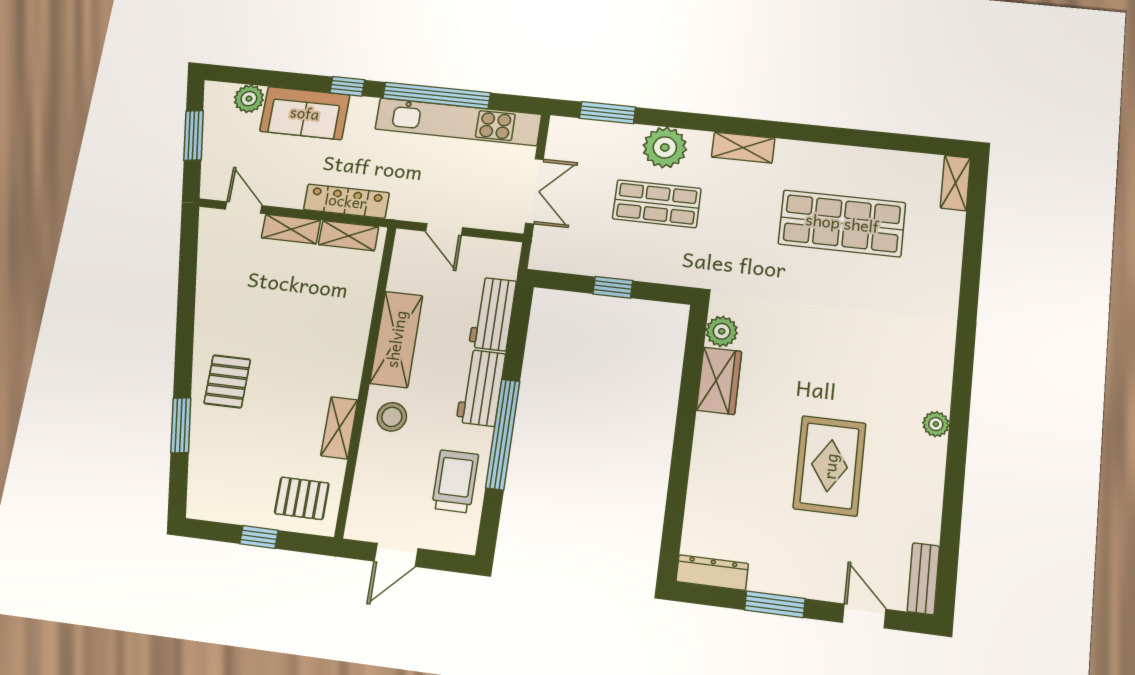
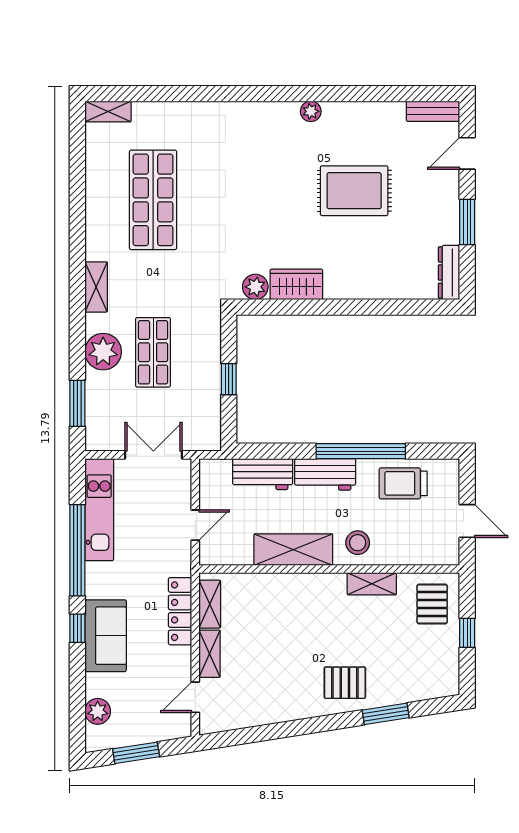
sofa: (305, 113) -> (106, 636), moved
kitchen unit: (458, 122) -> (99, 510), width x0.73

